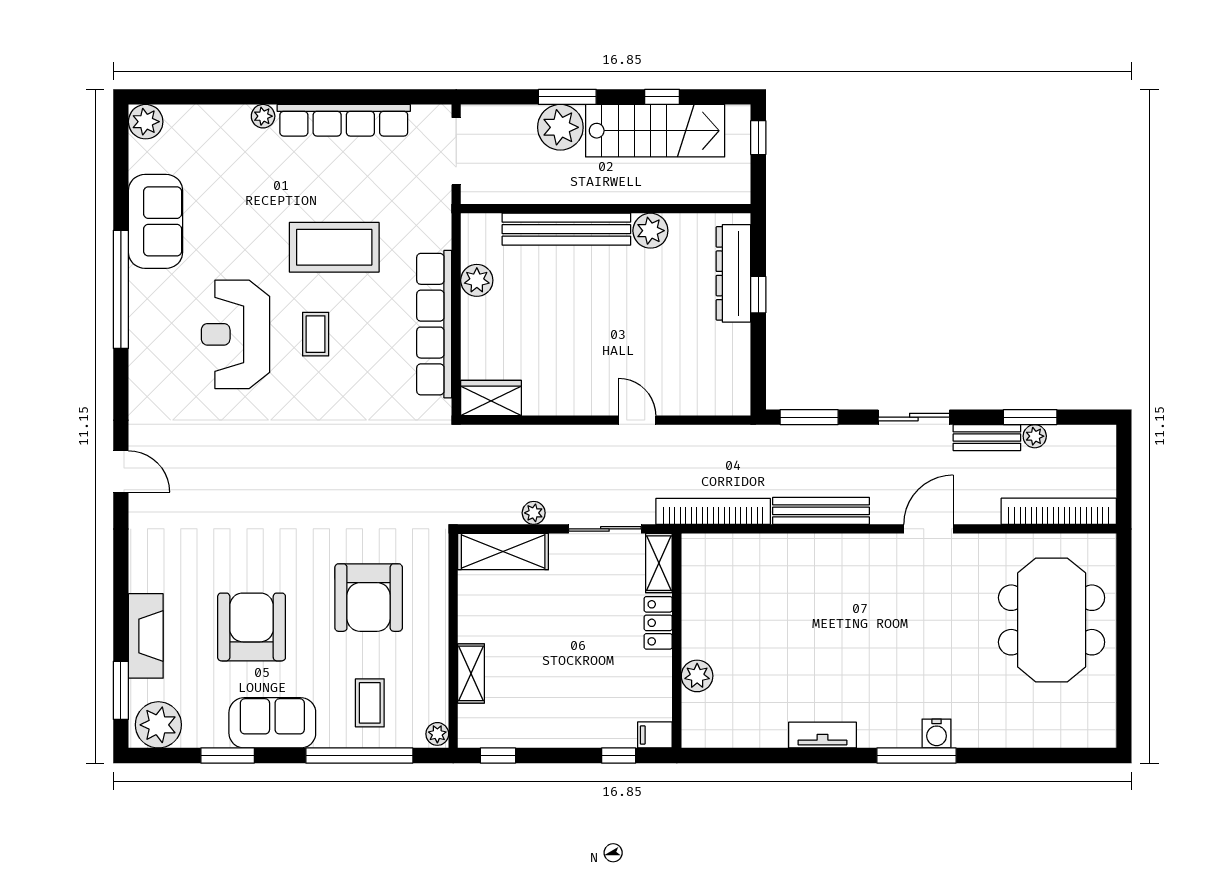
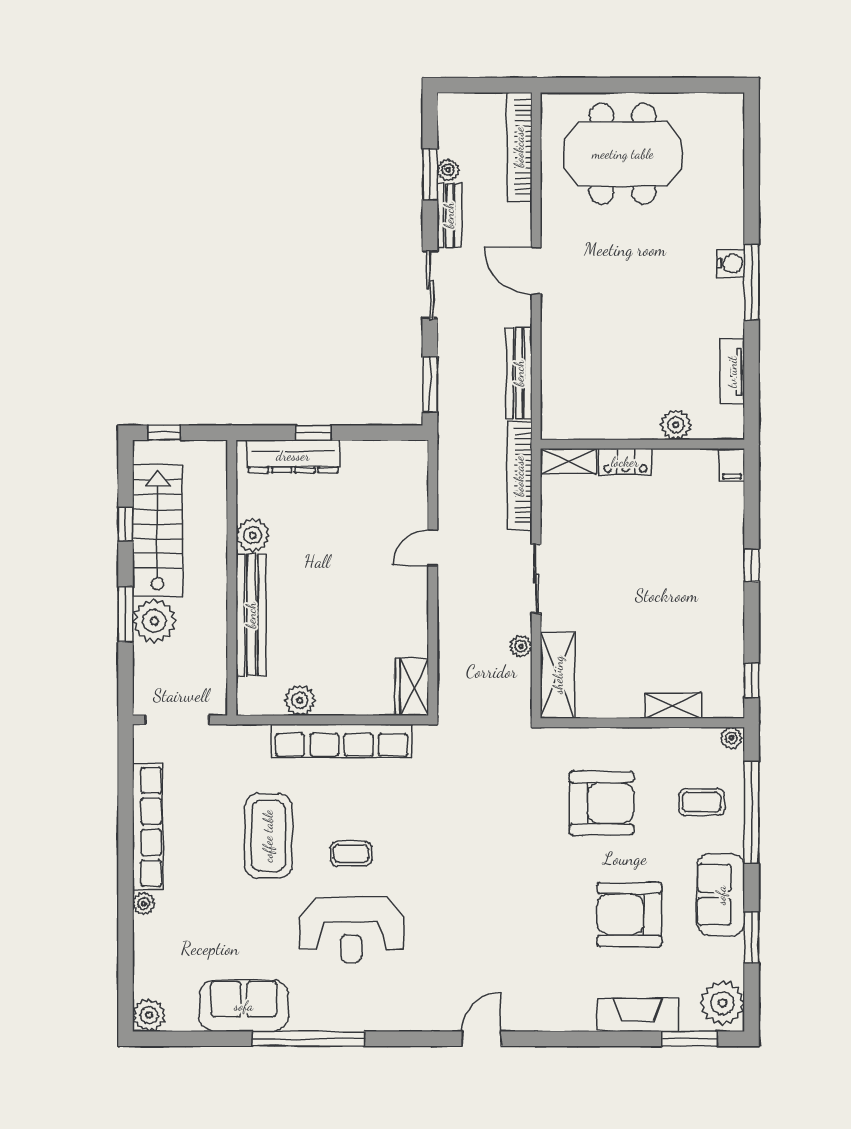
shelving: (659, 563) -> (569, 461), moved
locker: (658, 623) -> (625, 462), moved
wall: (677, 641) -> (642, 444), moved
plant: (697, 676) -> (676, 425), moved
filing cabinet: (655, 735) -> (732, 465), moved

